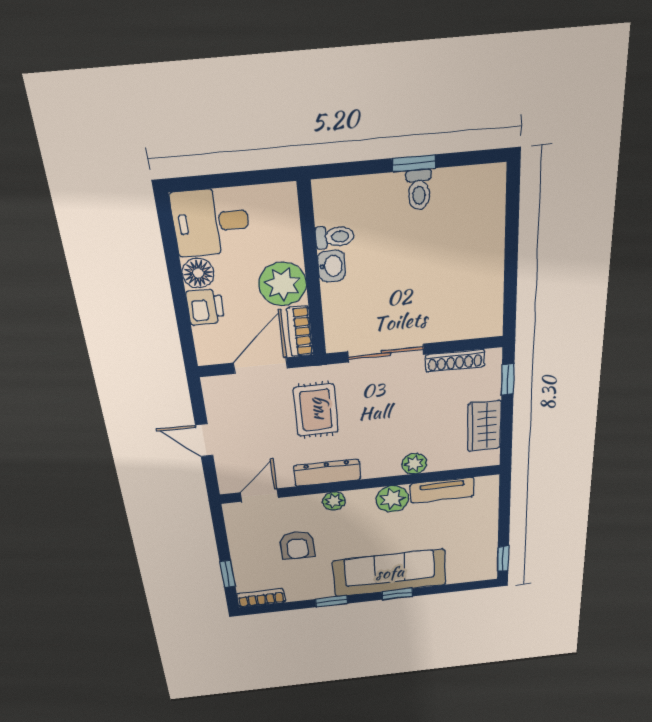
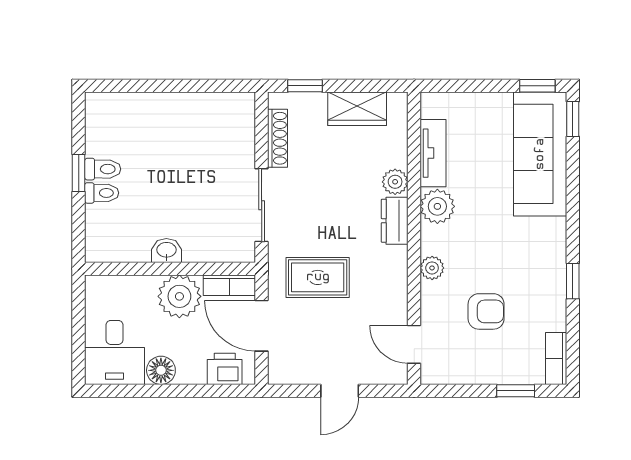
toilet: (335, 237) -> (102, 193), moved, turned 90
printer: (205, 307) -> (225, 369), moved
dresser: (327, 473) -> (395, 221), moved, width x0.70
sofa: (390, 573) -> (540, 154), moved
window: (397, 594) -> (573, 119), moved

